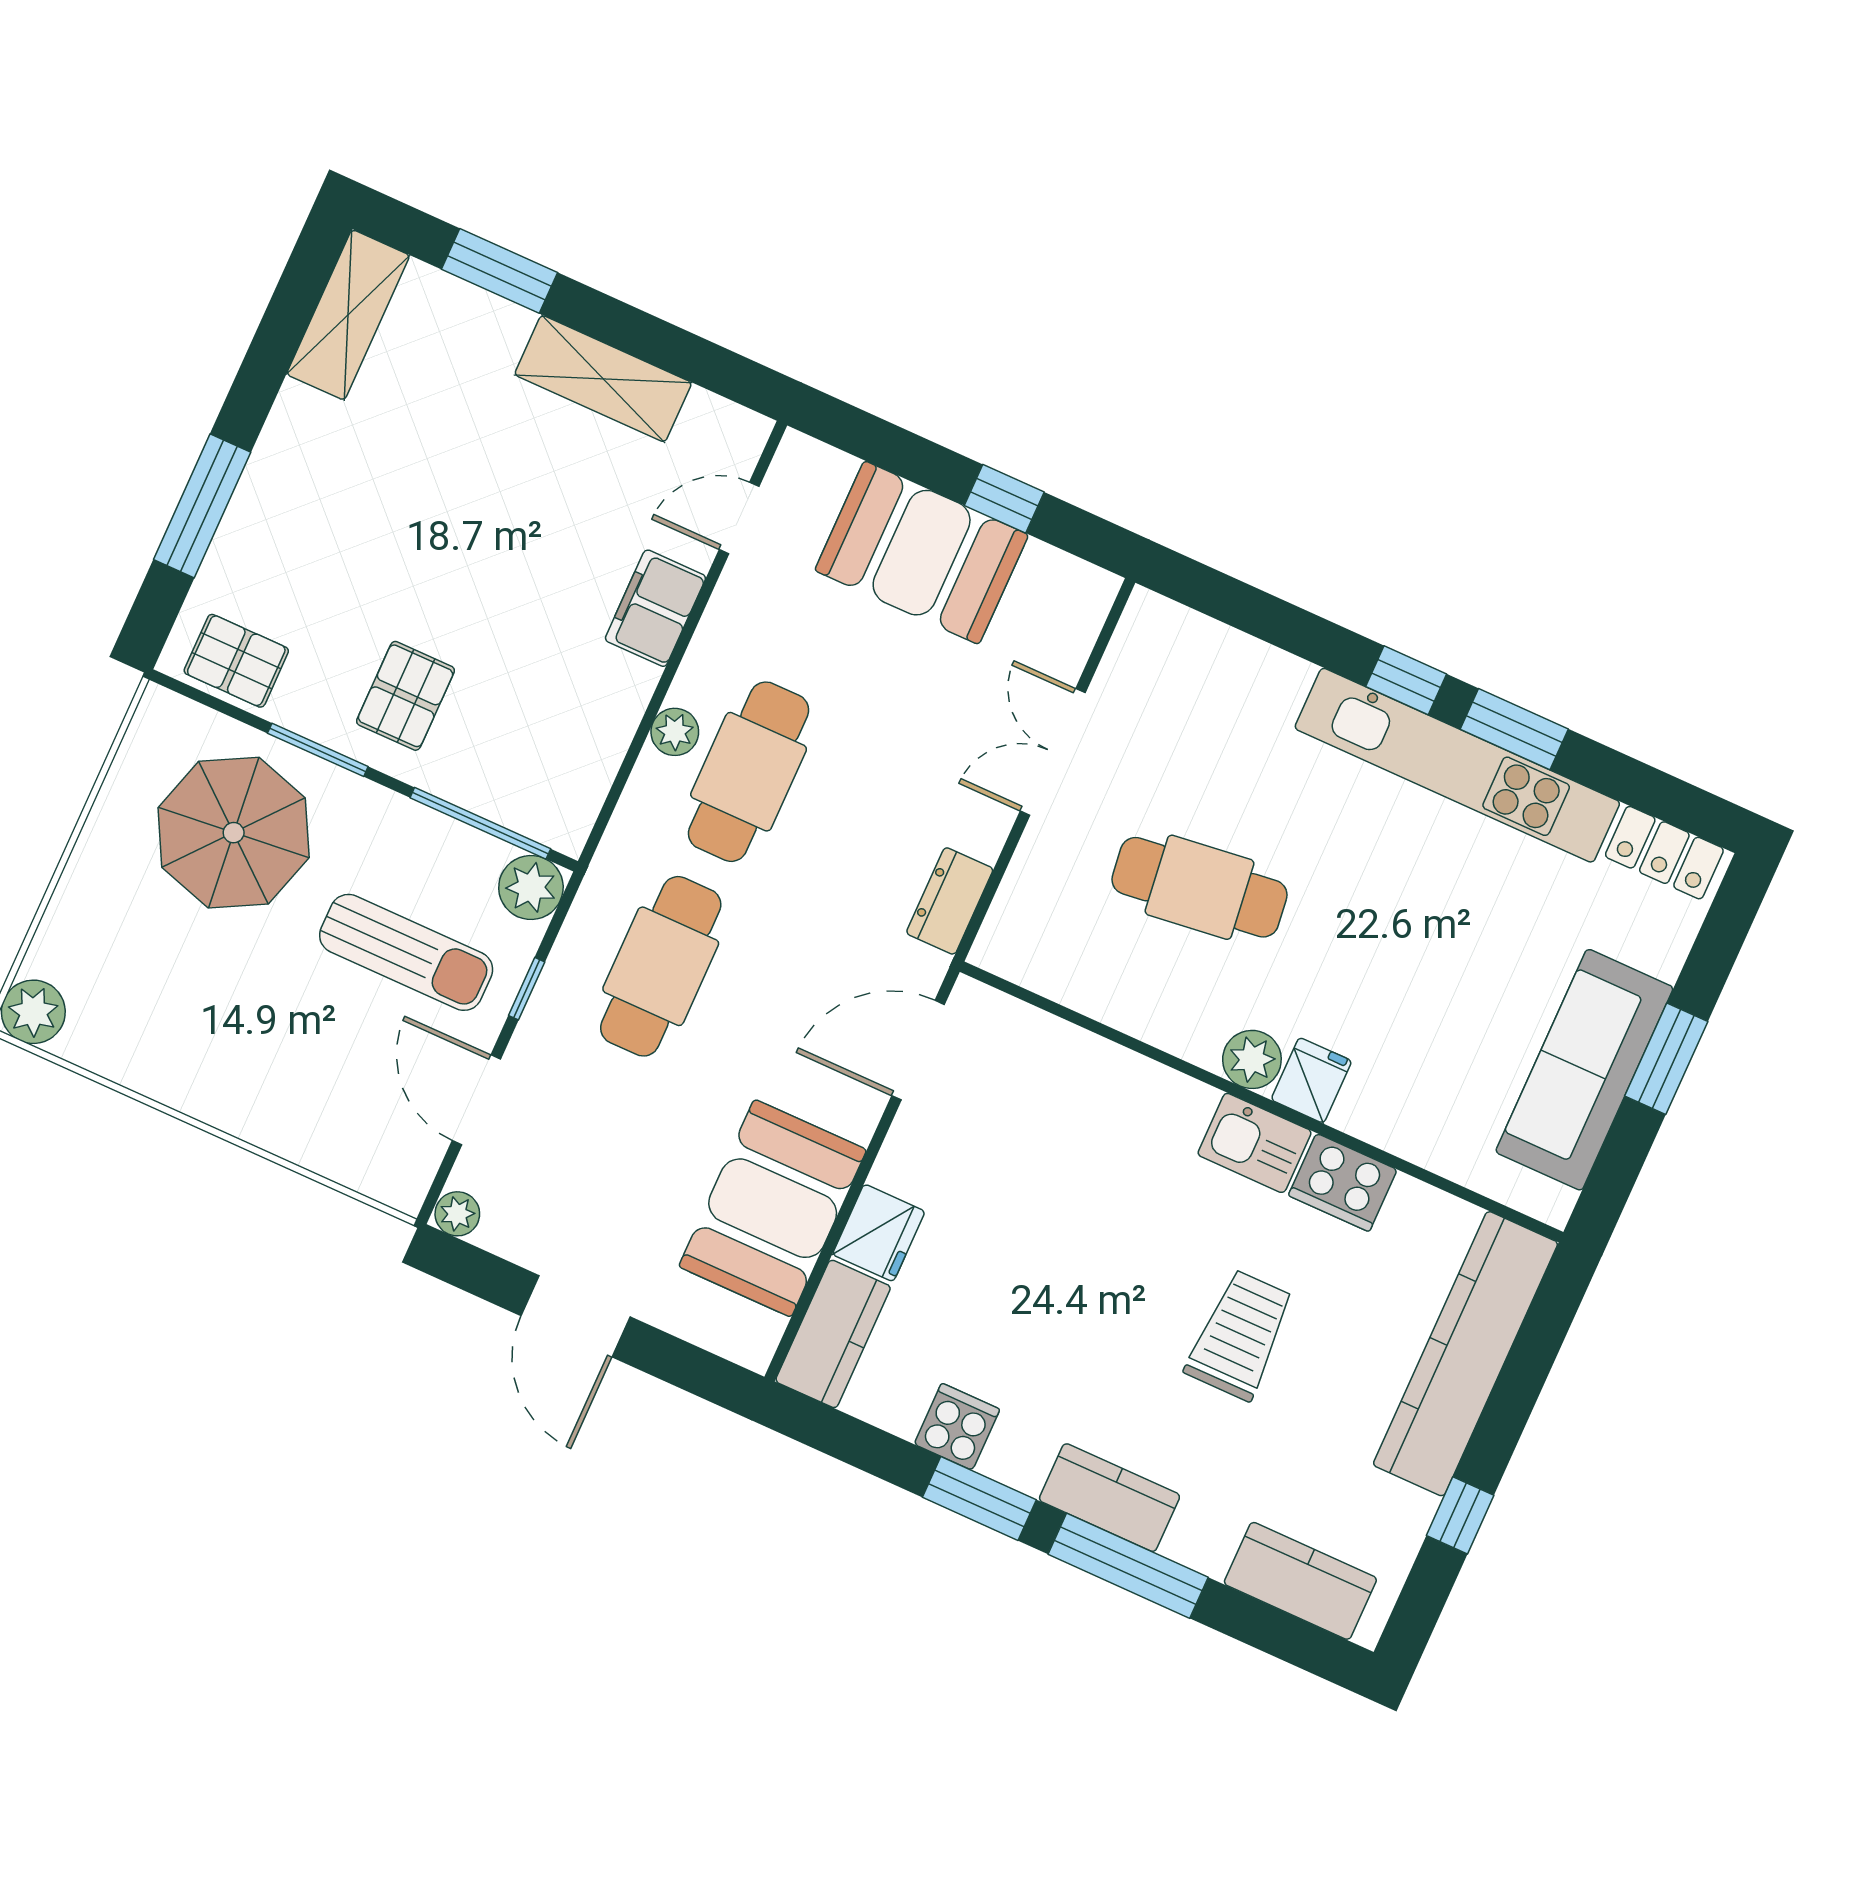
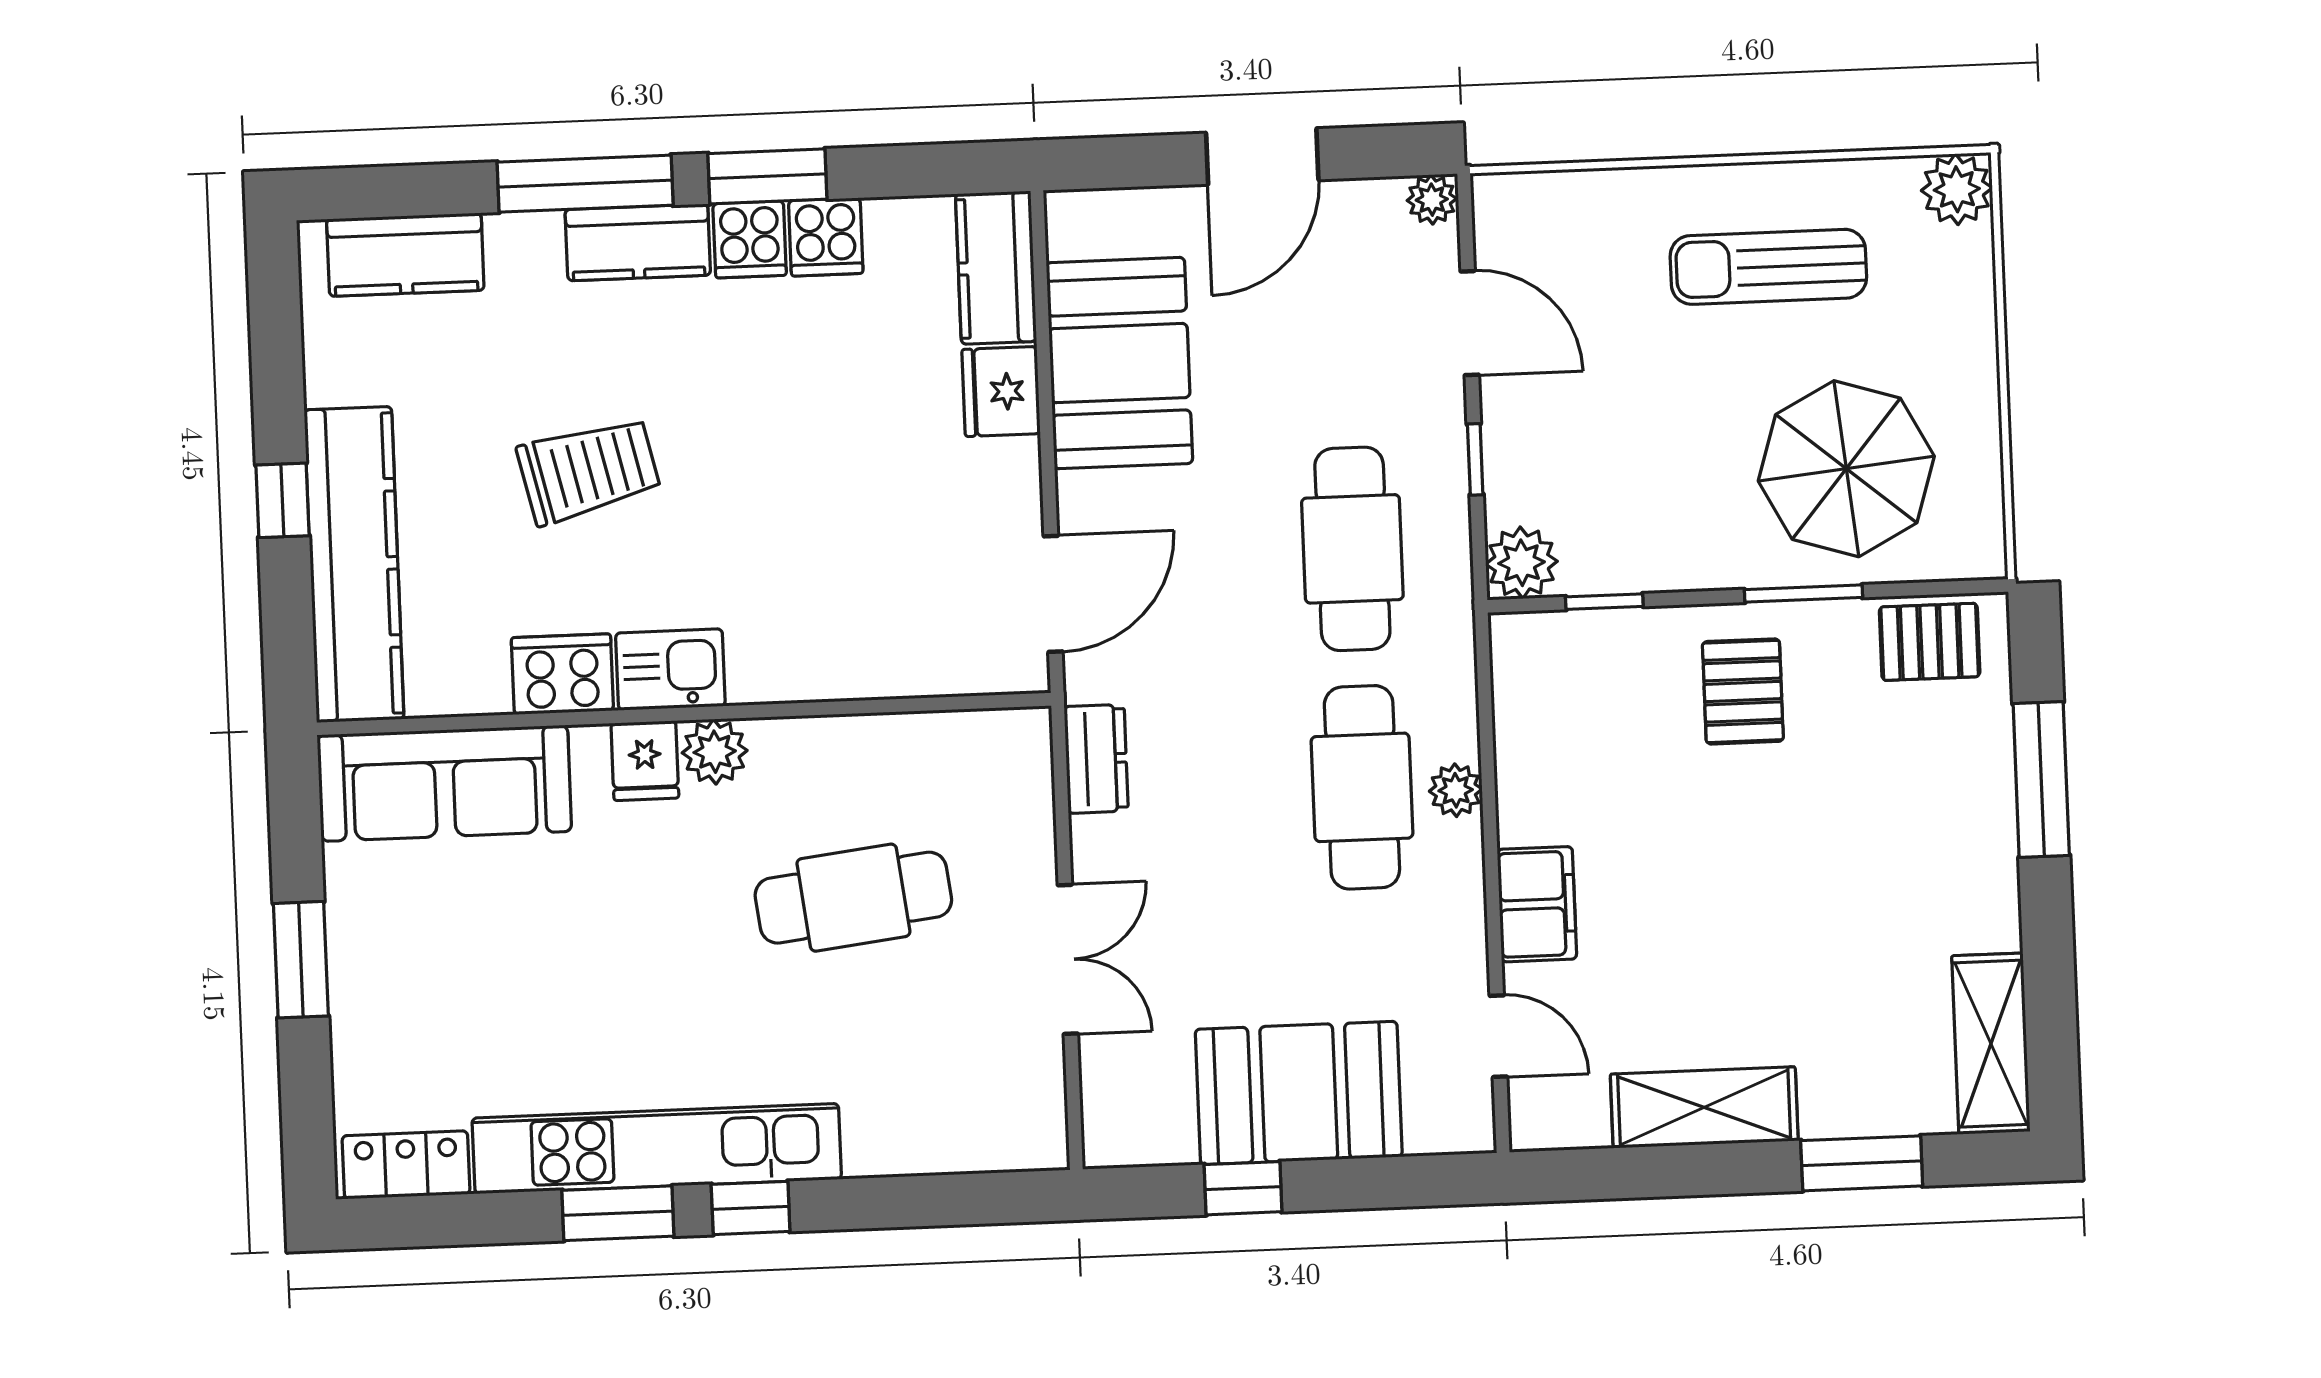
door: (739, 518) -> (1498, 1036), hinge flipped
window: (480, 823) -> (1604, 602), width x0.46
sun lounger: (406, 952) -> (1768, 267), moved
sofa: (1584, 1070) -> (444, 783), moved, turned 90
door: (576, 1316) -> (1262, 156), swing flipped
trolley: (1240, 1335) -> (589, 470), turned -103
cooker: (1019, 1455) -> (750, 239), added
window: (1460, 1515) -> (282, 500), moved

